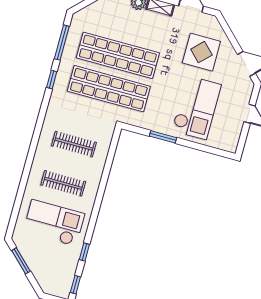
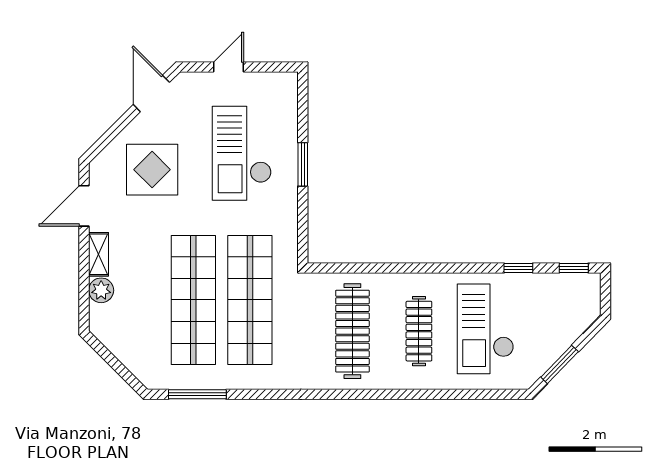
window: (52, 79) -> (260, 394), removed
checkout: (197, 108) -> (242, 153), turned -90
window: (163, 137) -> (303, 164), moved
clothes rail: (74, 144) -> (352, 331), width x1.37, depth x1.31

